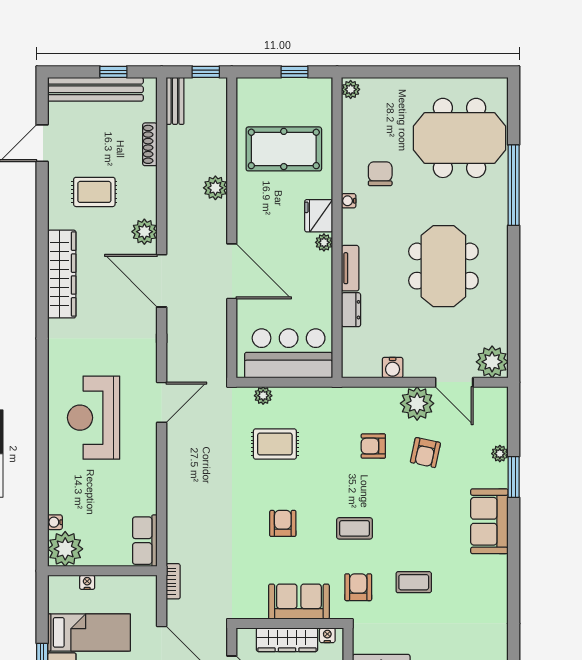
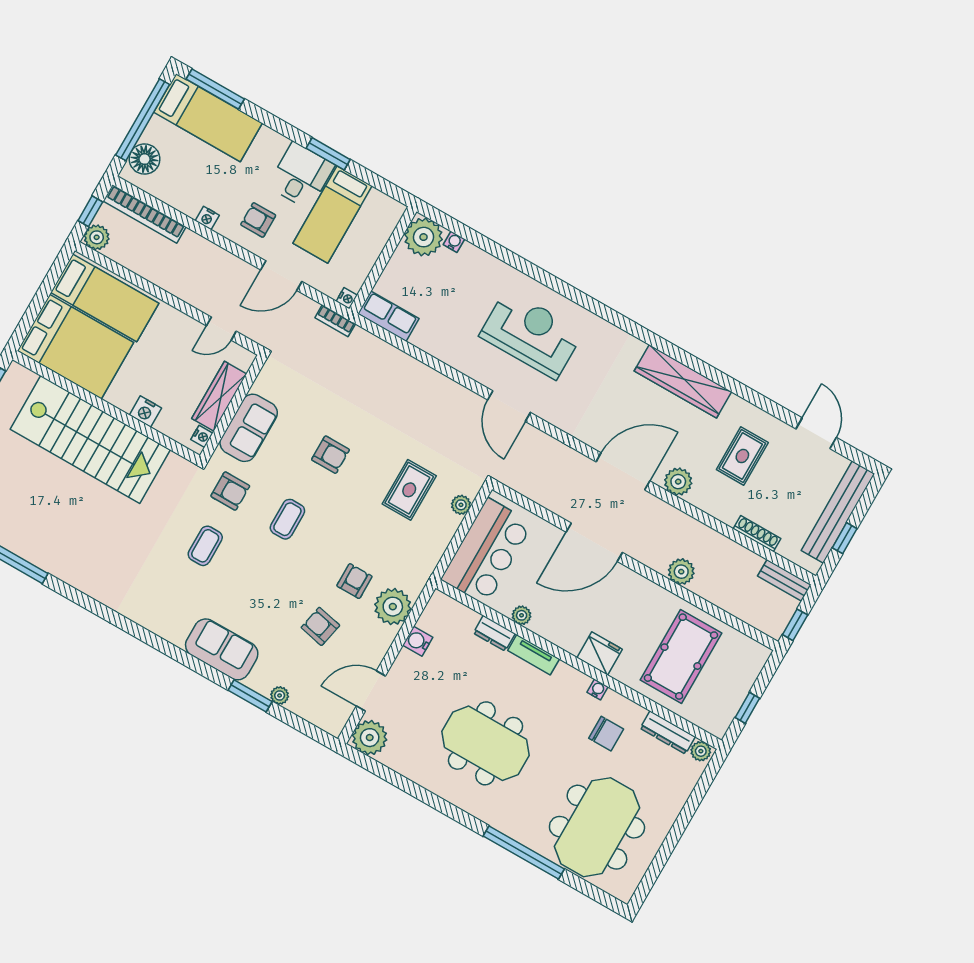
dresser: (351, 125) -> (668, 733), added
plant: (324, 242) -> (522, 615), moved
plant: (417, 403) -> (393, 607), moved
nightstand: (87, 582) -> (347, 298), moved

